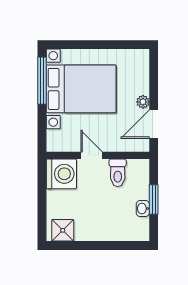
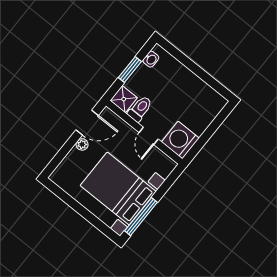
washbasin: (143, 209) -> (151, 59), moved
shower: (63, 230) -> (124, 99), moved

